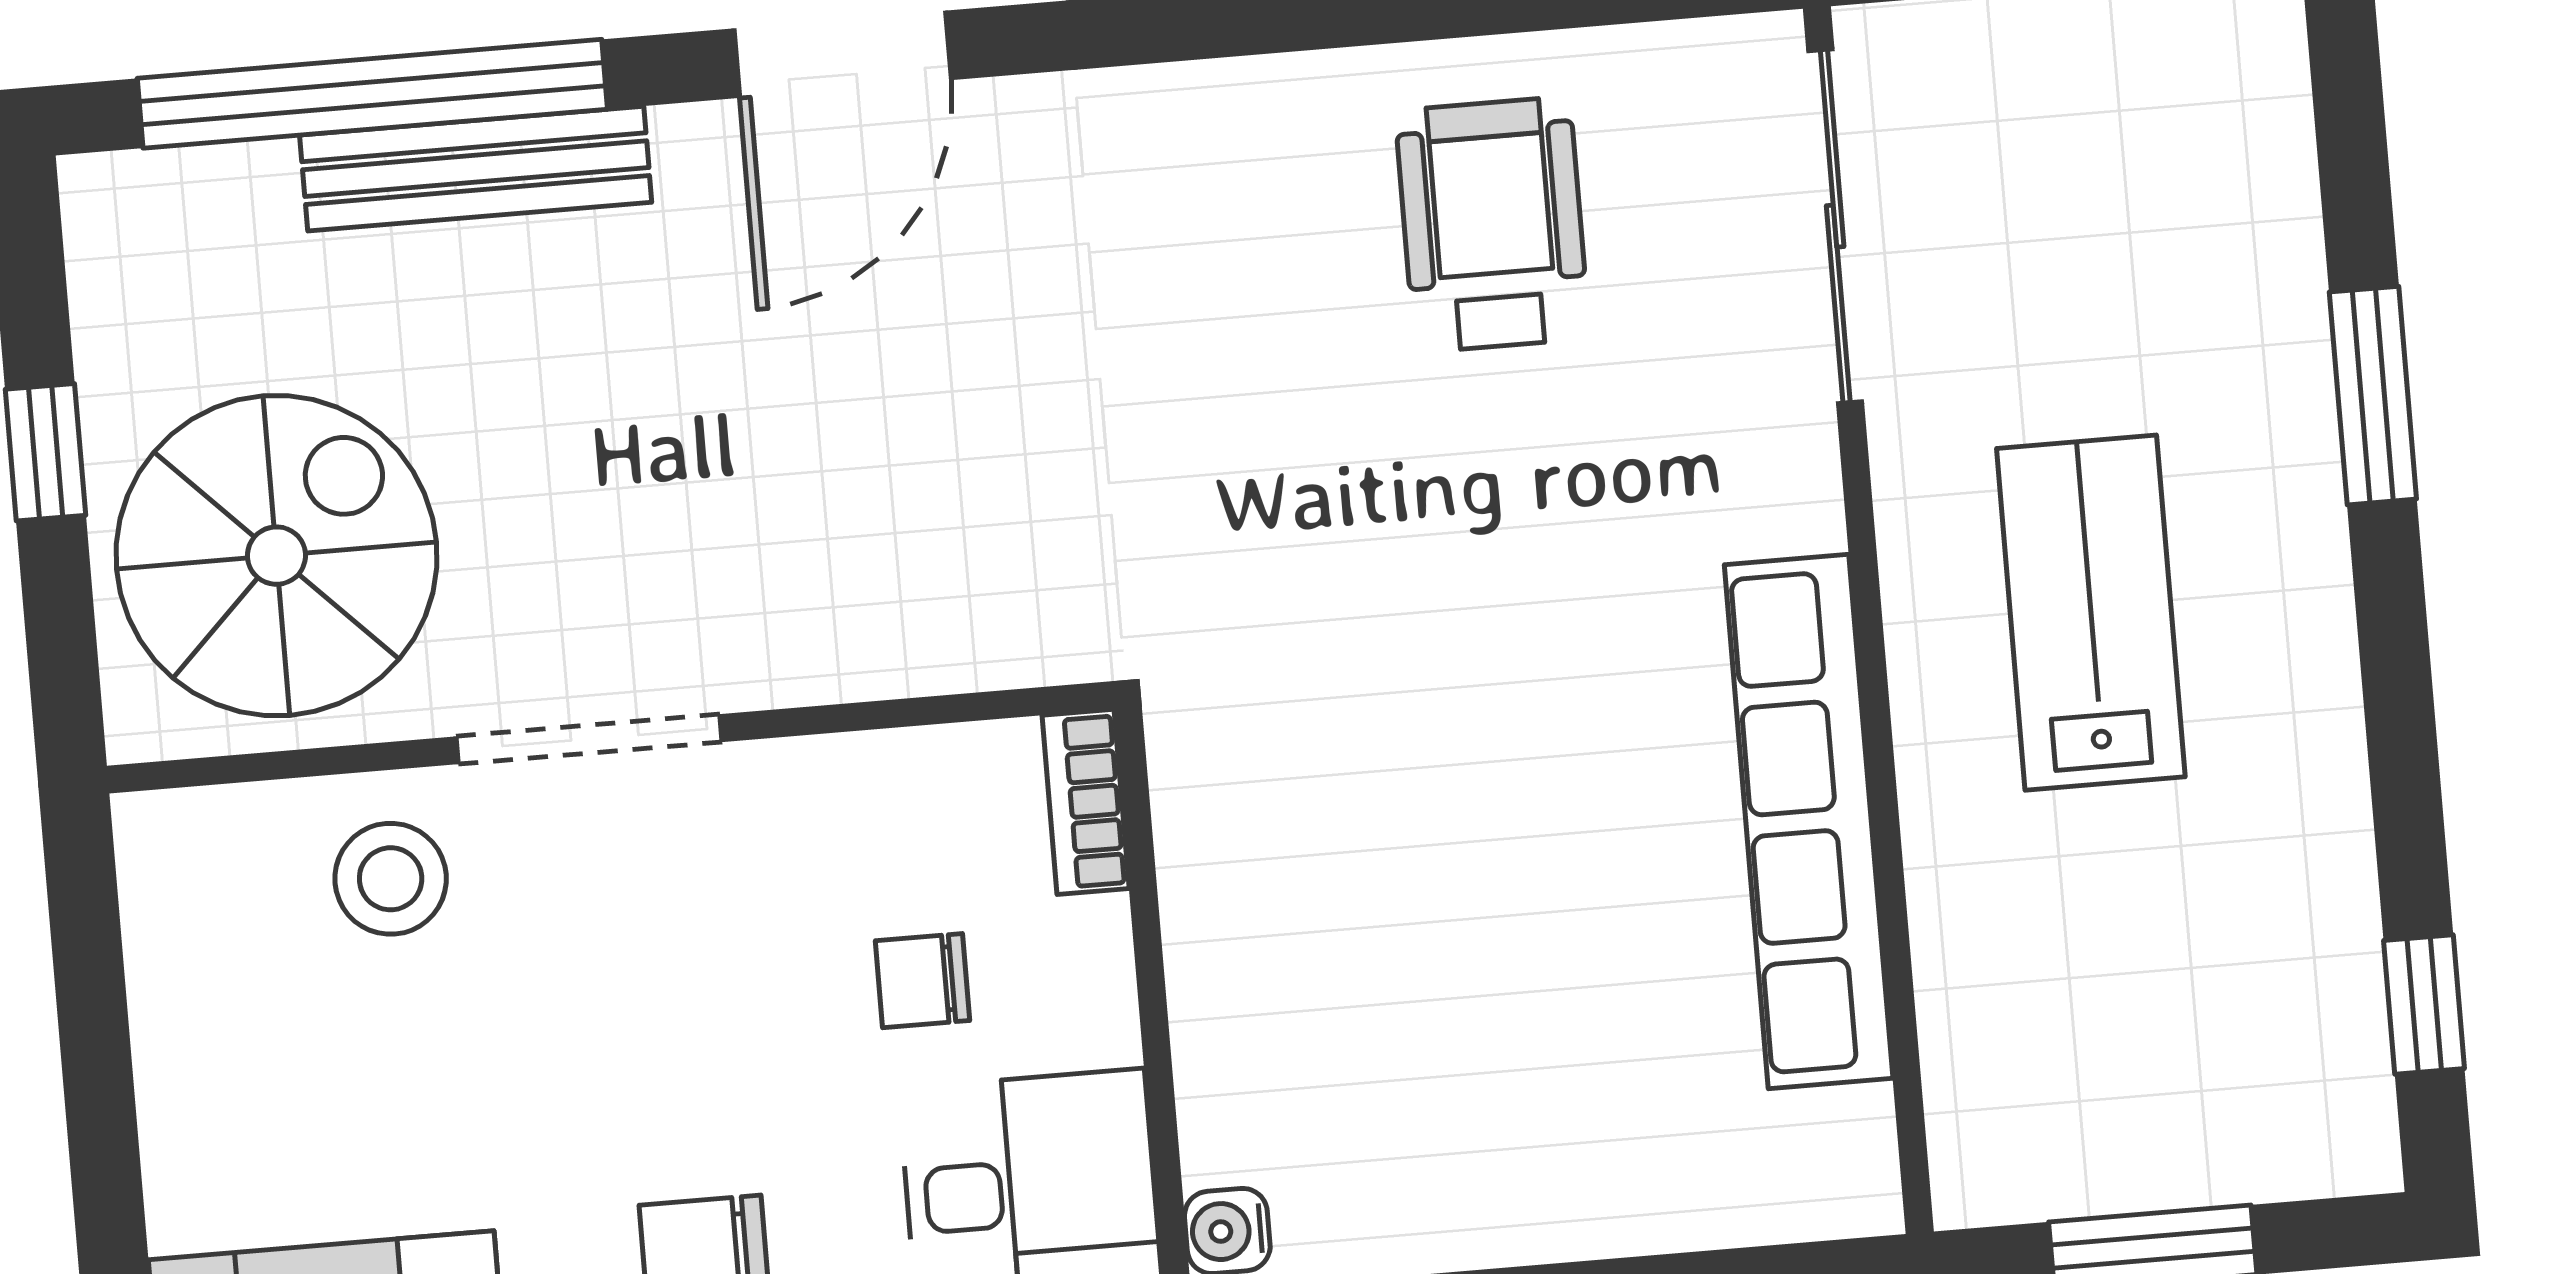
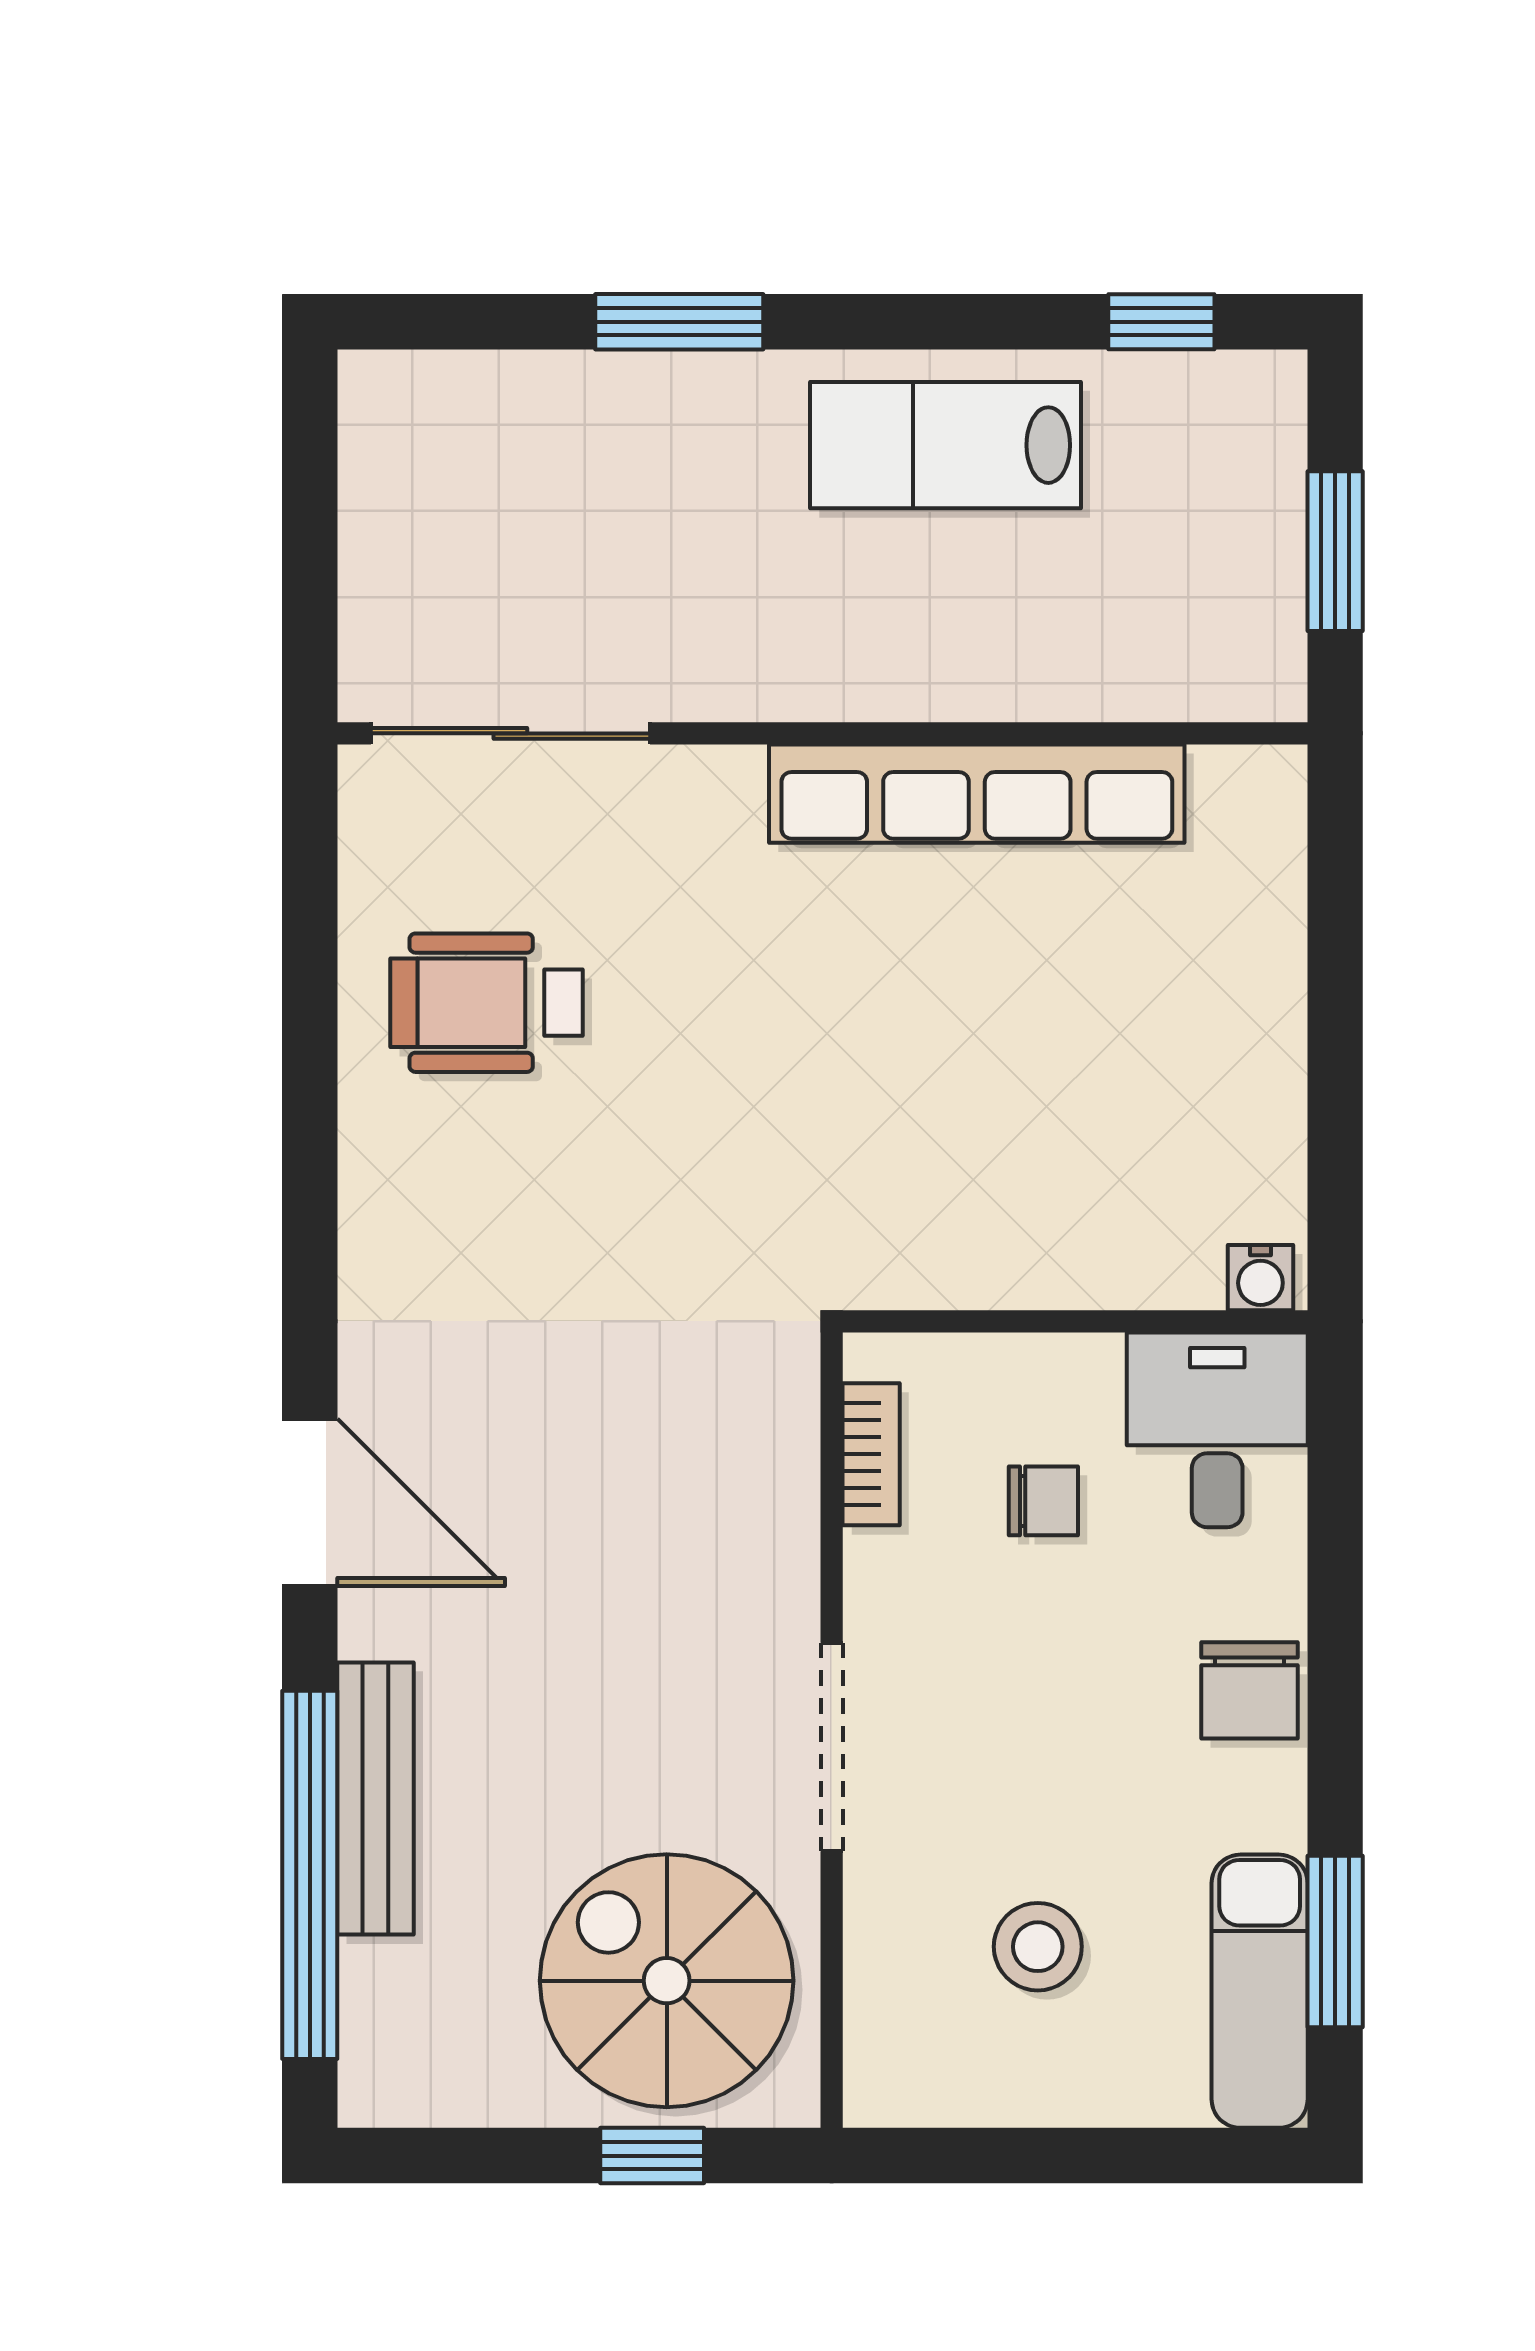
window: (45, 452) -> (652, 2156), moved
lab bench: (2091, 613) -> (945, 445), moved
bookcase: (1086, 802) -> (871, 1454), moved, turned -90
stool: (391, 879) -> (1038, 1947), moved
chair: (922, 981) -> (1043, 1501), turned -90

